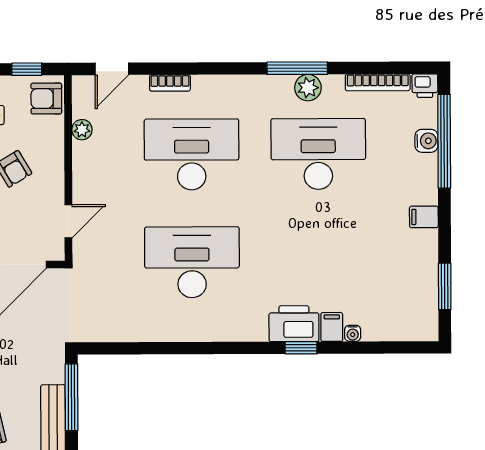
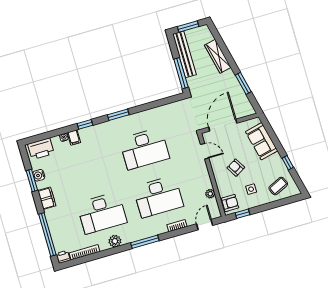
window: (297, 68) -> (145, 242), moved
water cooler: (426, 141) -> (39, 175), moved
filing cabinet: (424, 217) -> (47, 198), width x2.00
door: (68, 221) -> (205, 151), swing flipped
window: (445, 286) -> (32, 181), moved
printer: (294, 324) -> (41, 149), moved
window: (226, 348) -> (118, 115), added

